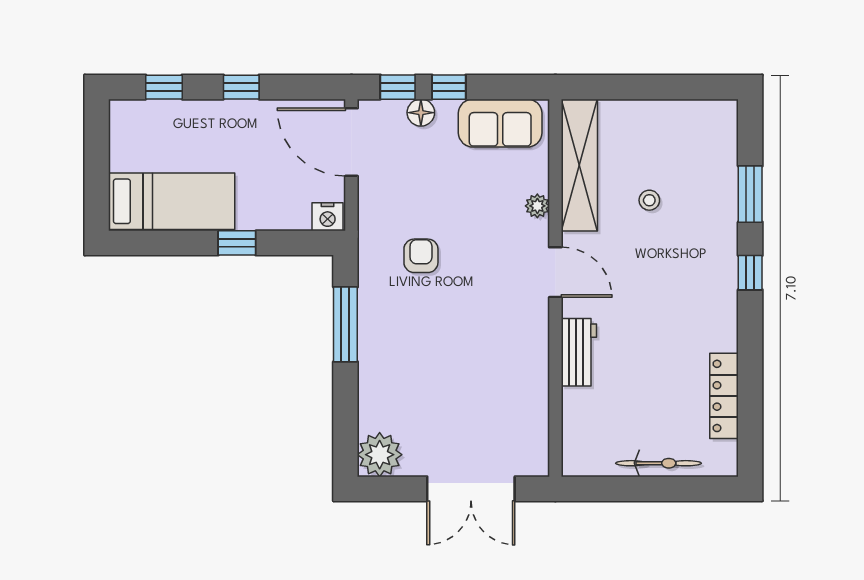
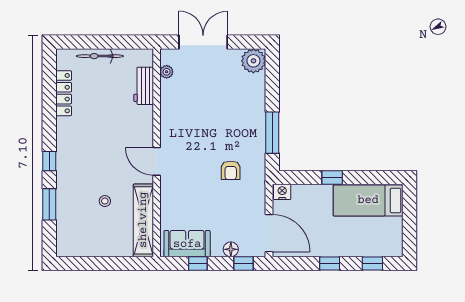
window: (449, 87) -> (198, 263), moved
plant: (537, 206) -> (167, 72), moved
workbench: (579, 352) -> (144, 86), moved

